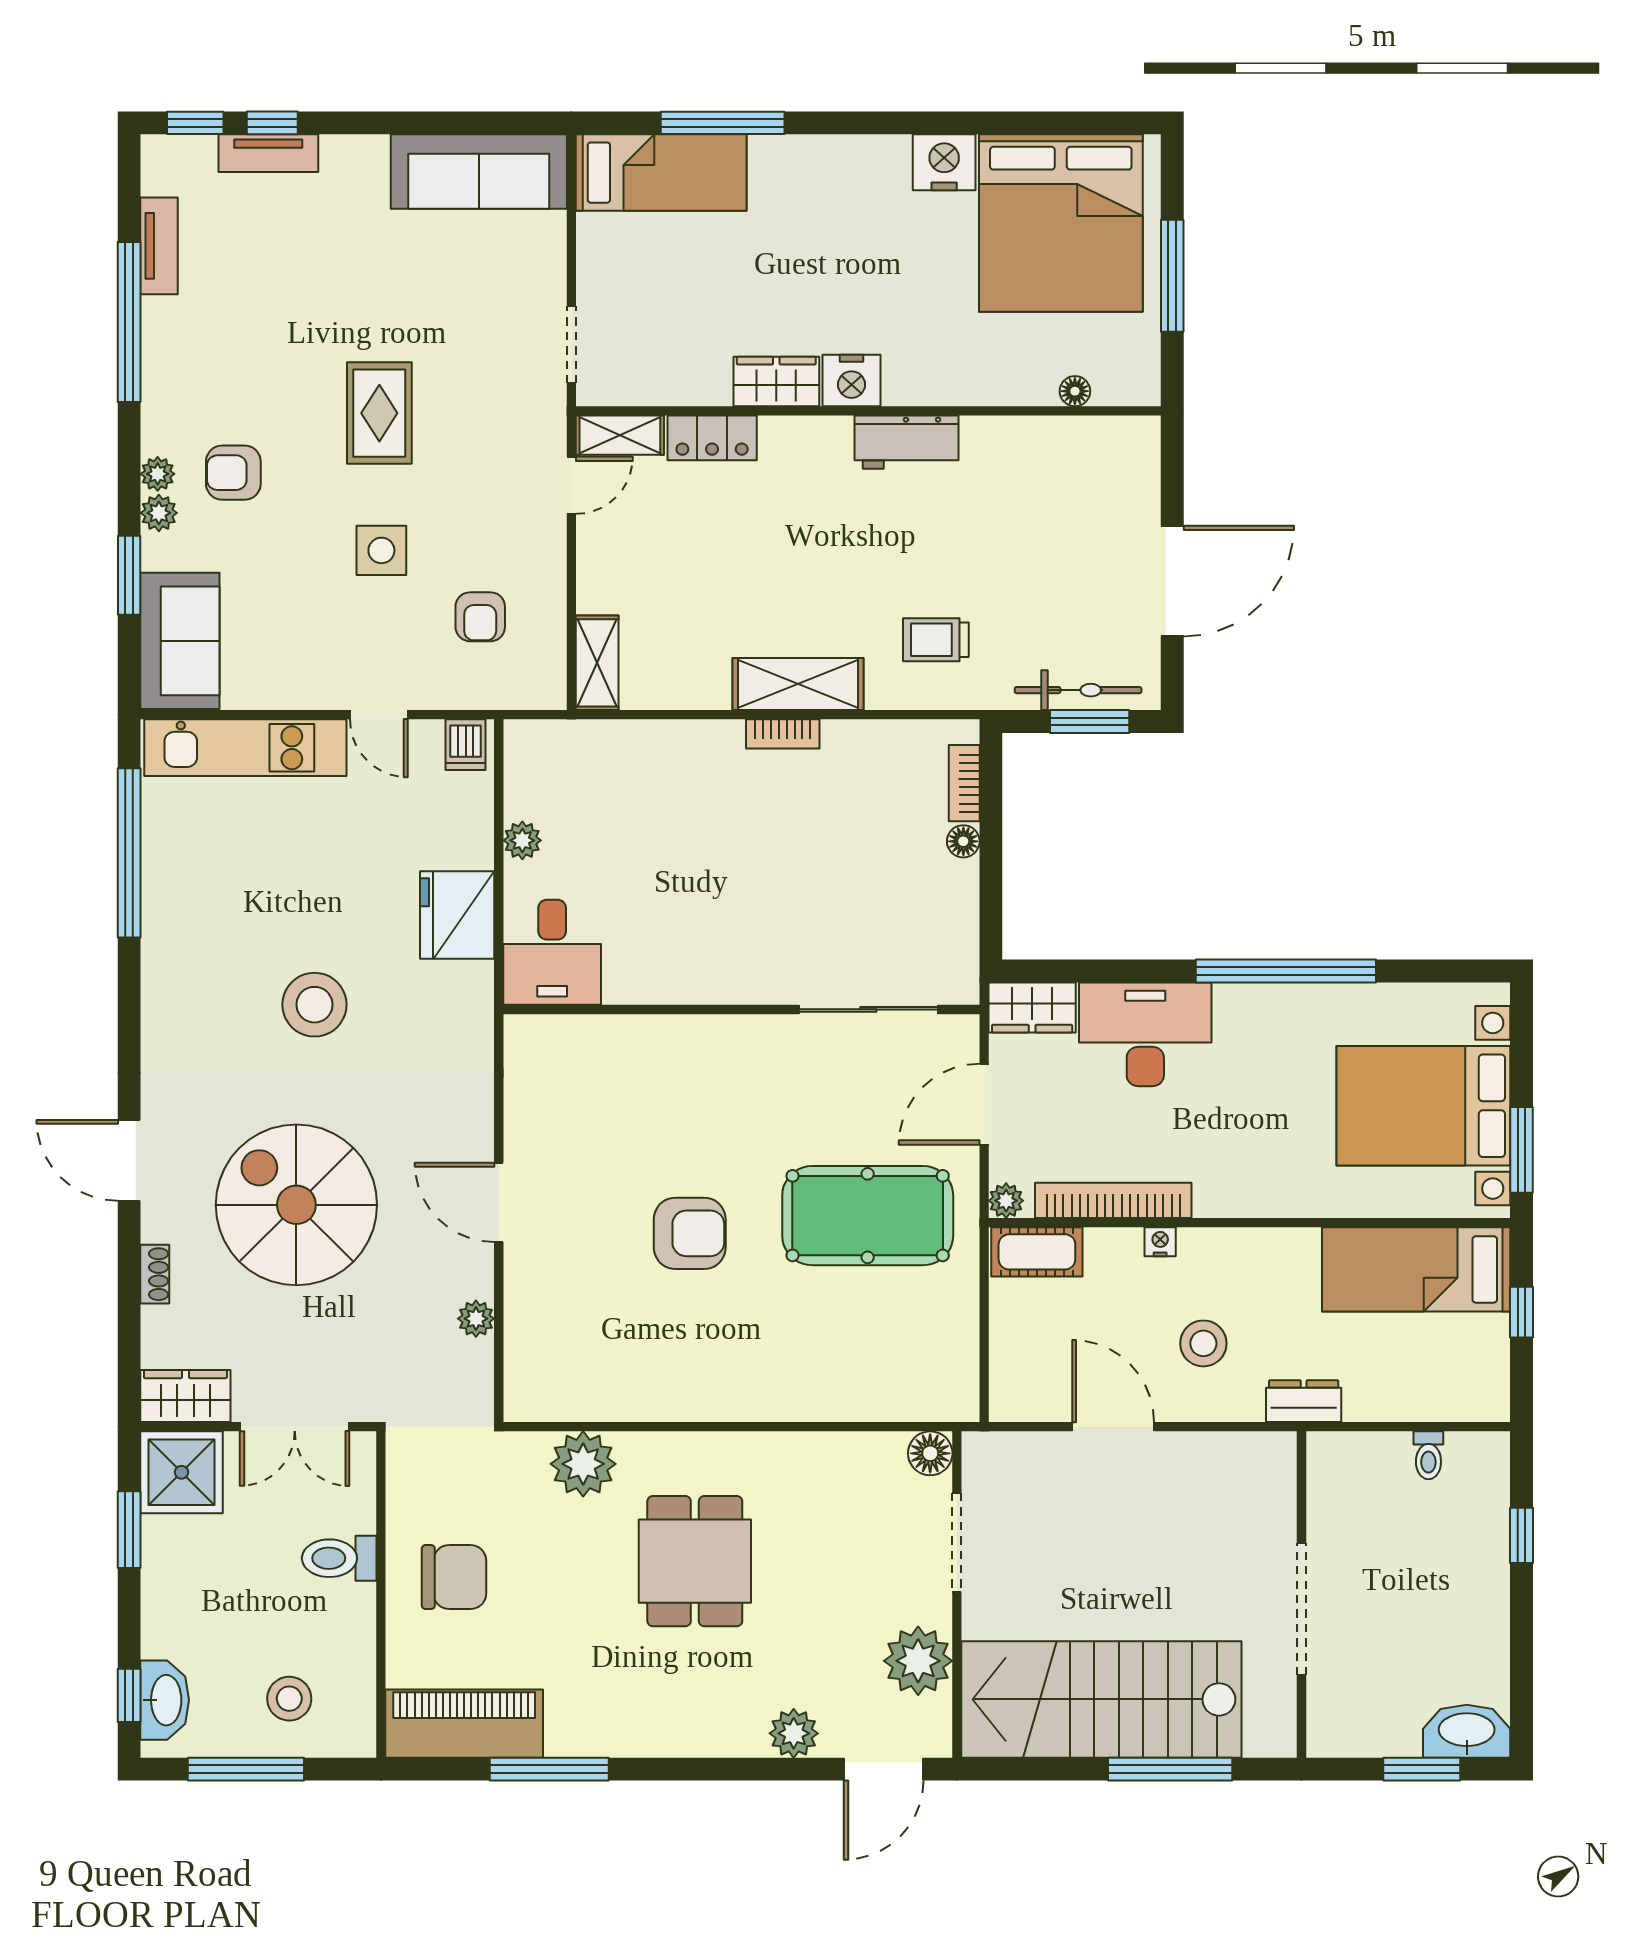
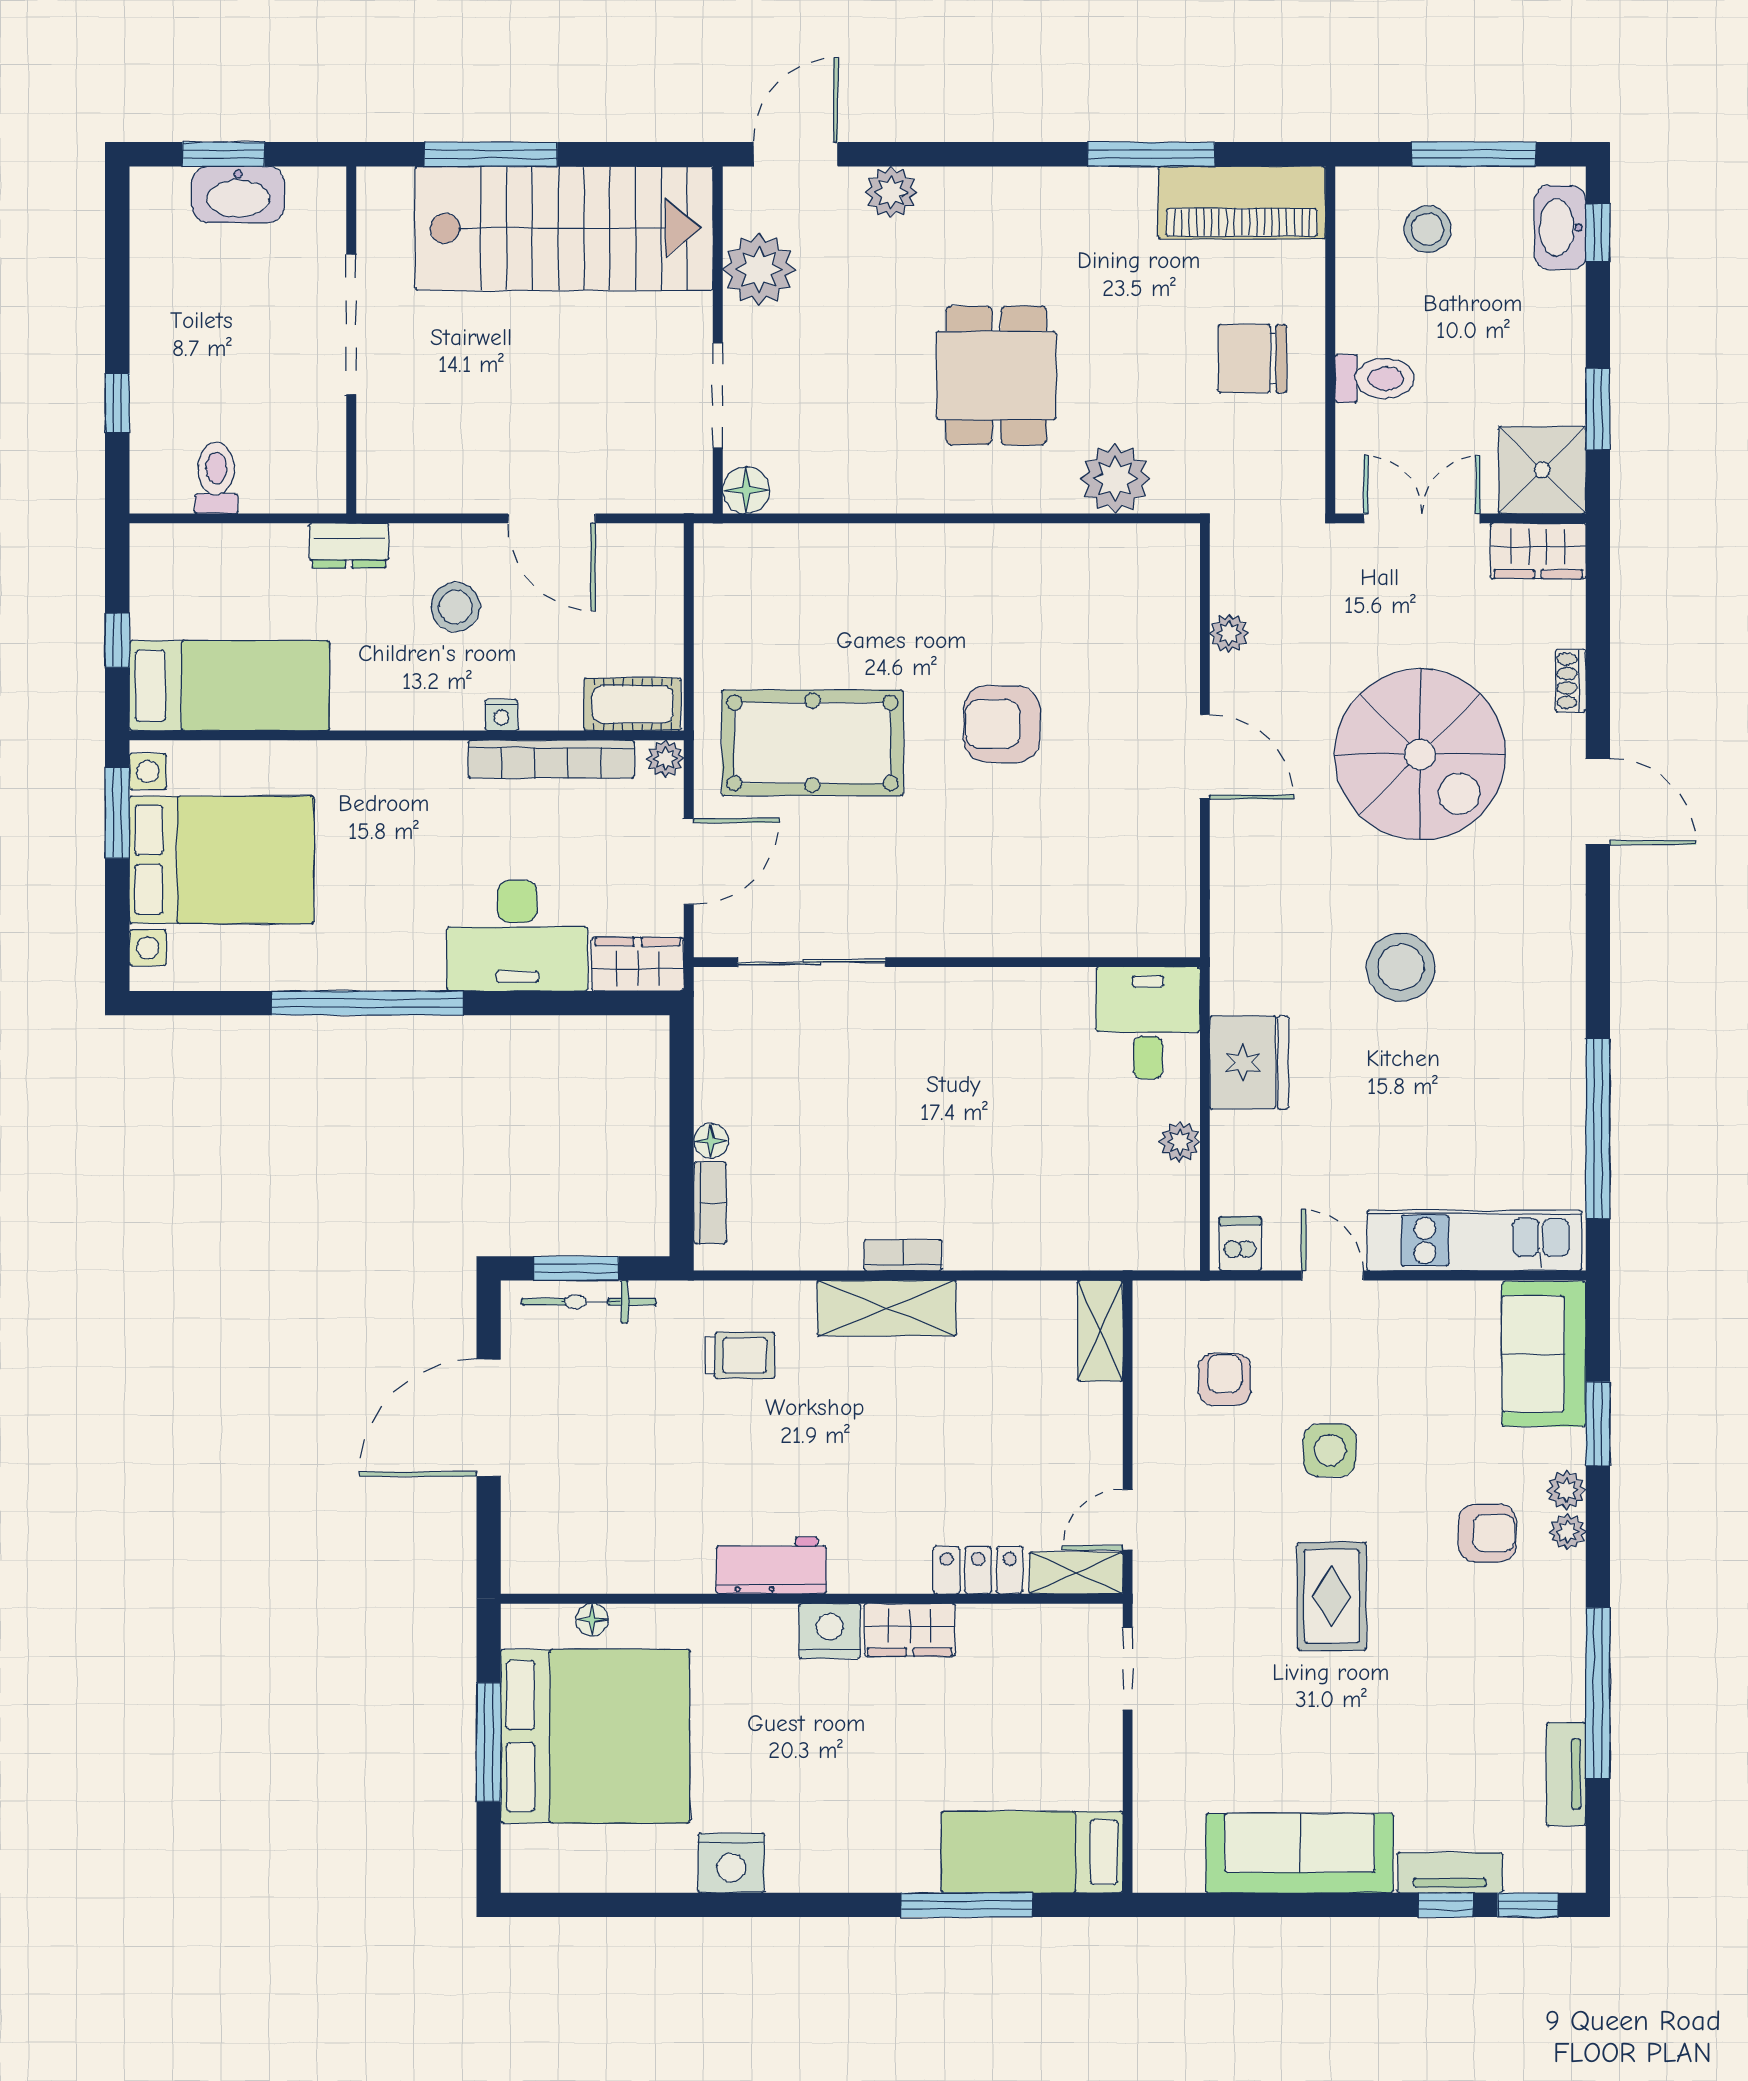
sofa: (479, 172) -> (1300, 1853), moved
bed: (1061, 223) -> (595, 1736), moved, turned 90
toilet: (1428, 1455) -> (216, 478), width x1.37, depth x1.39
washbasin: (1467, 1731) -> (238, 195), moved

